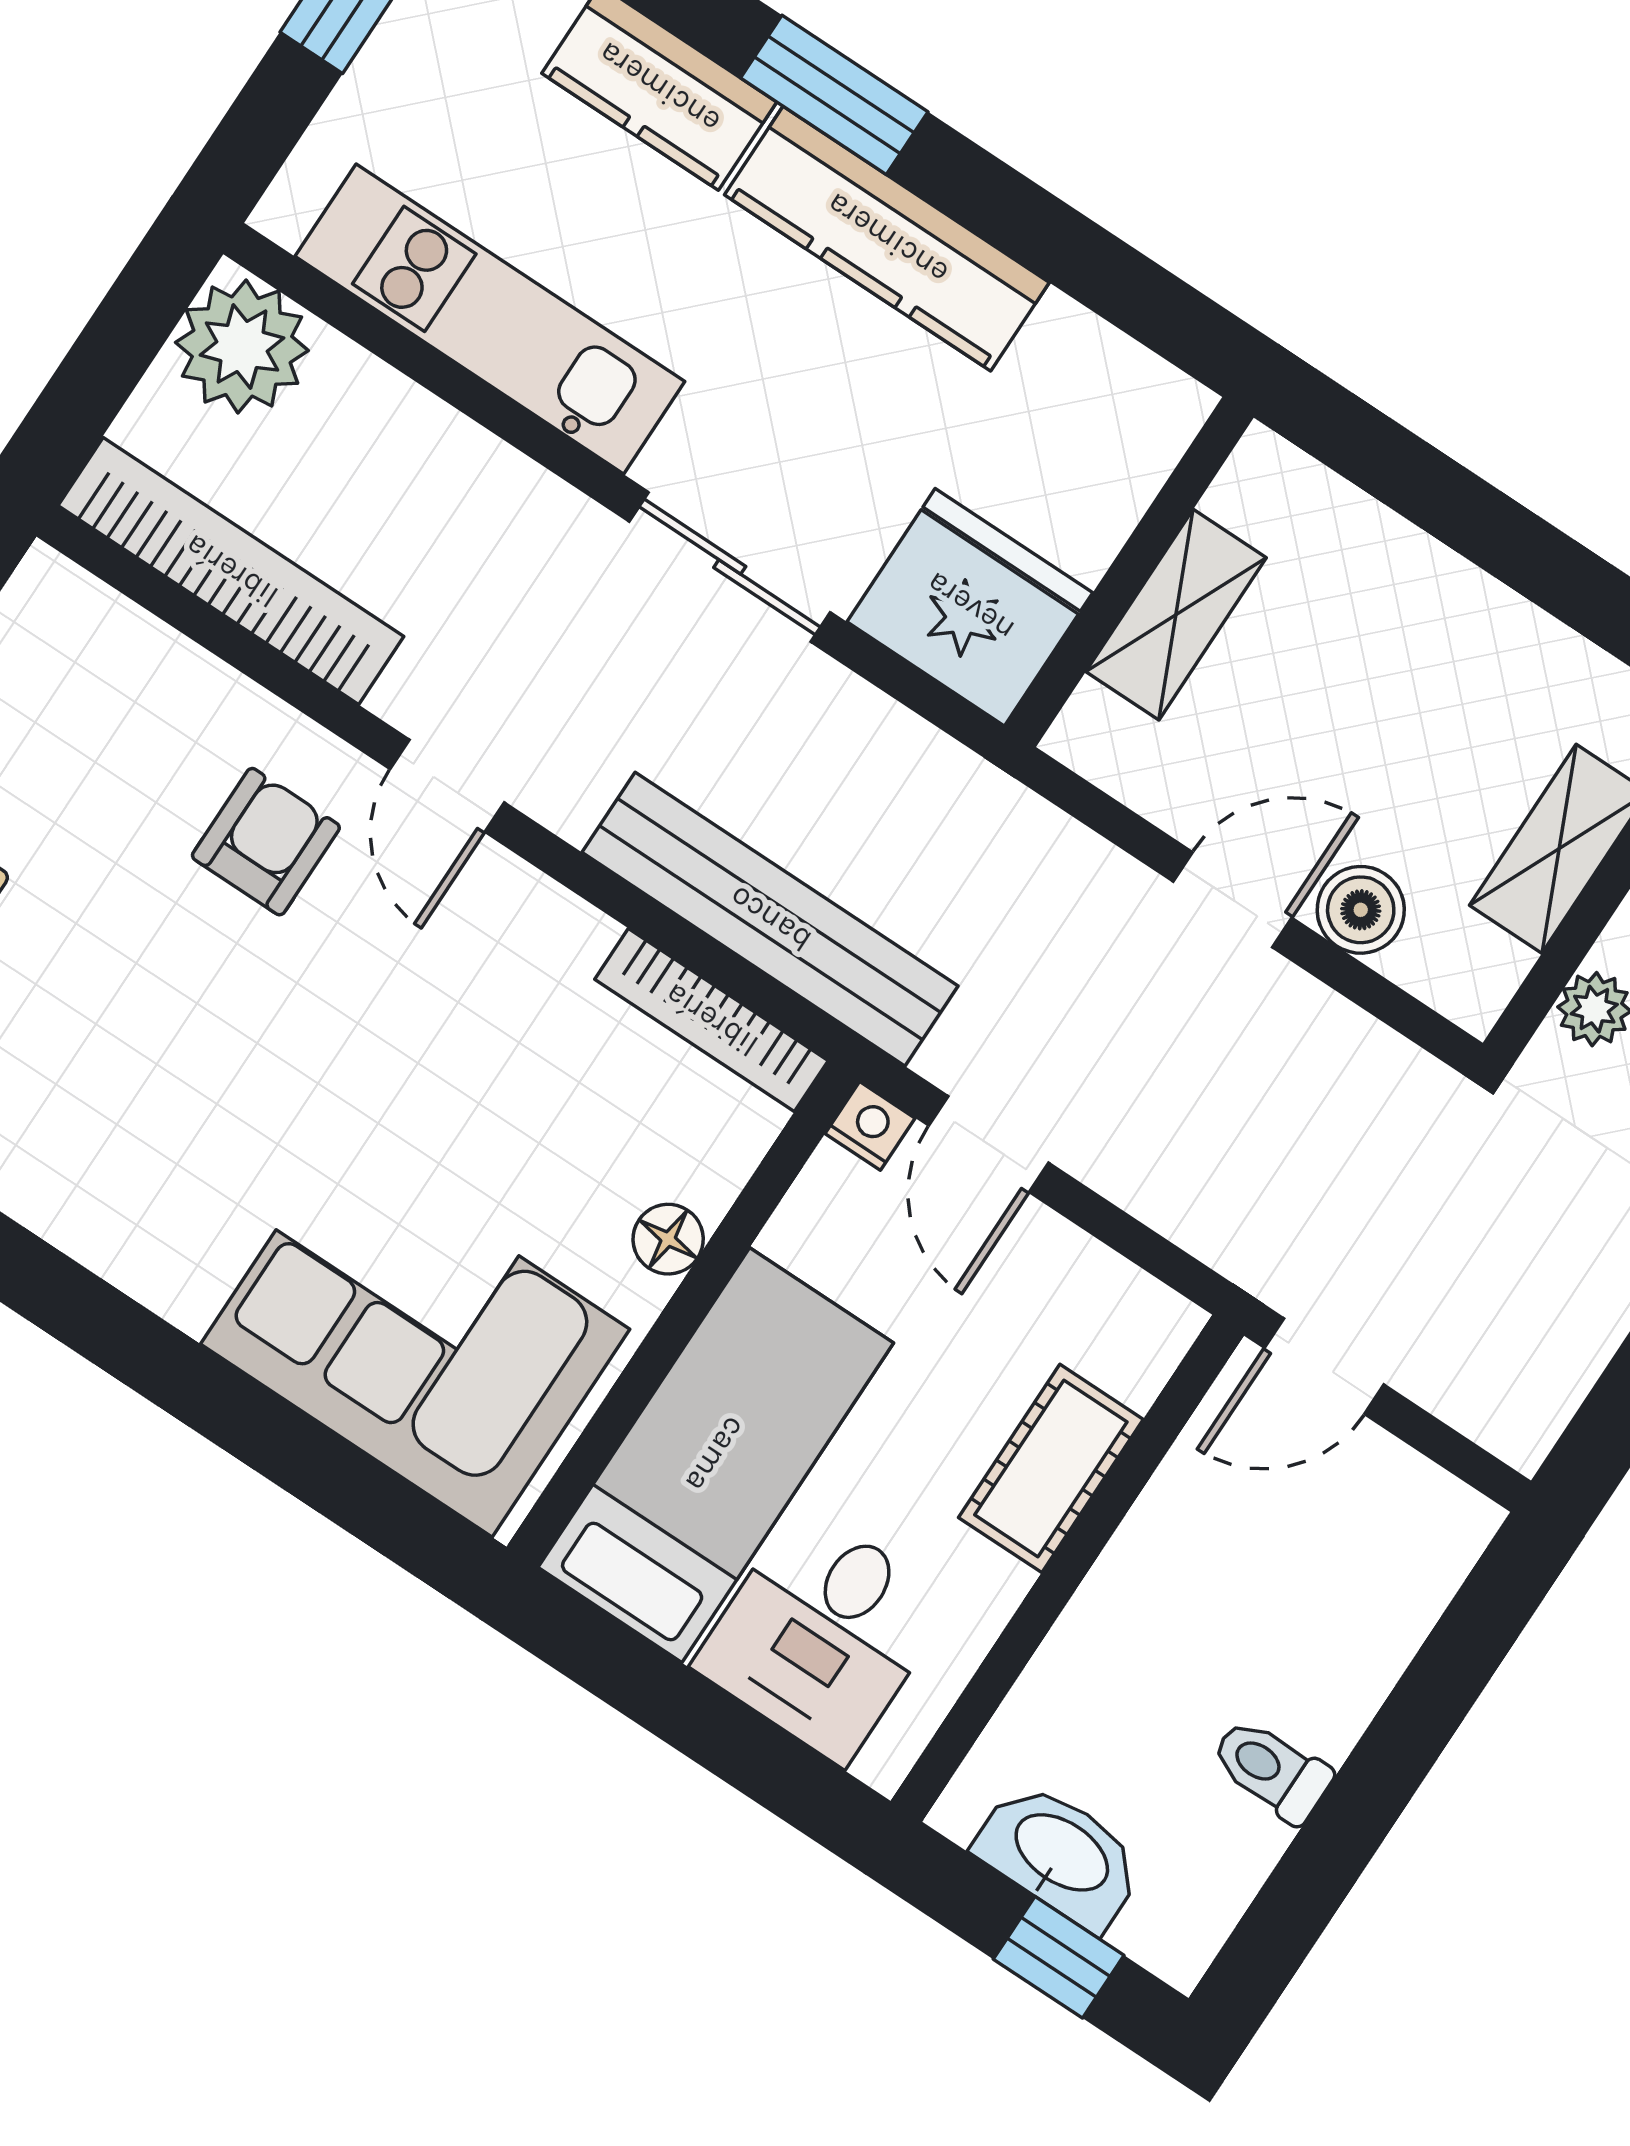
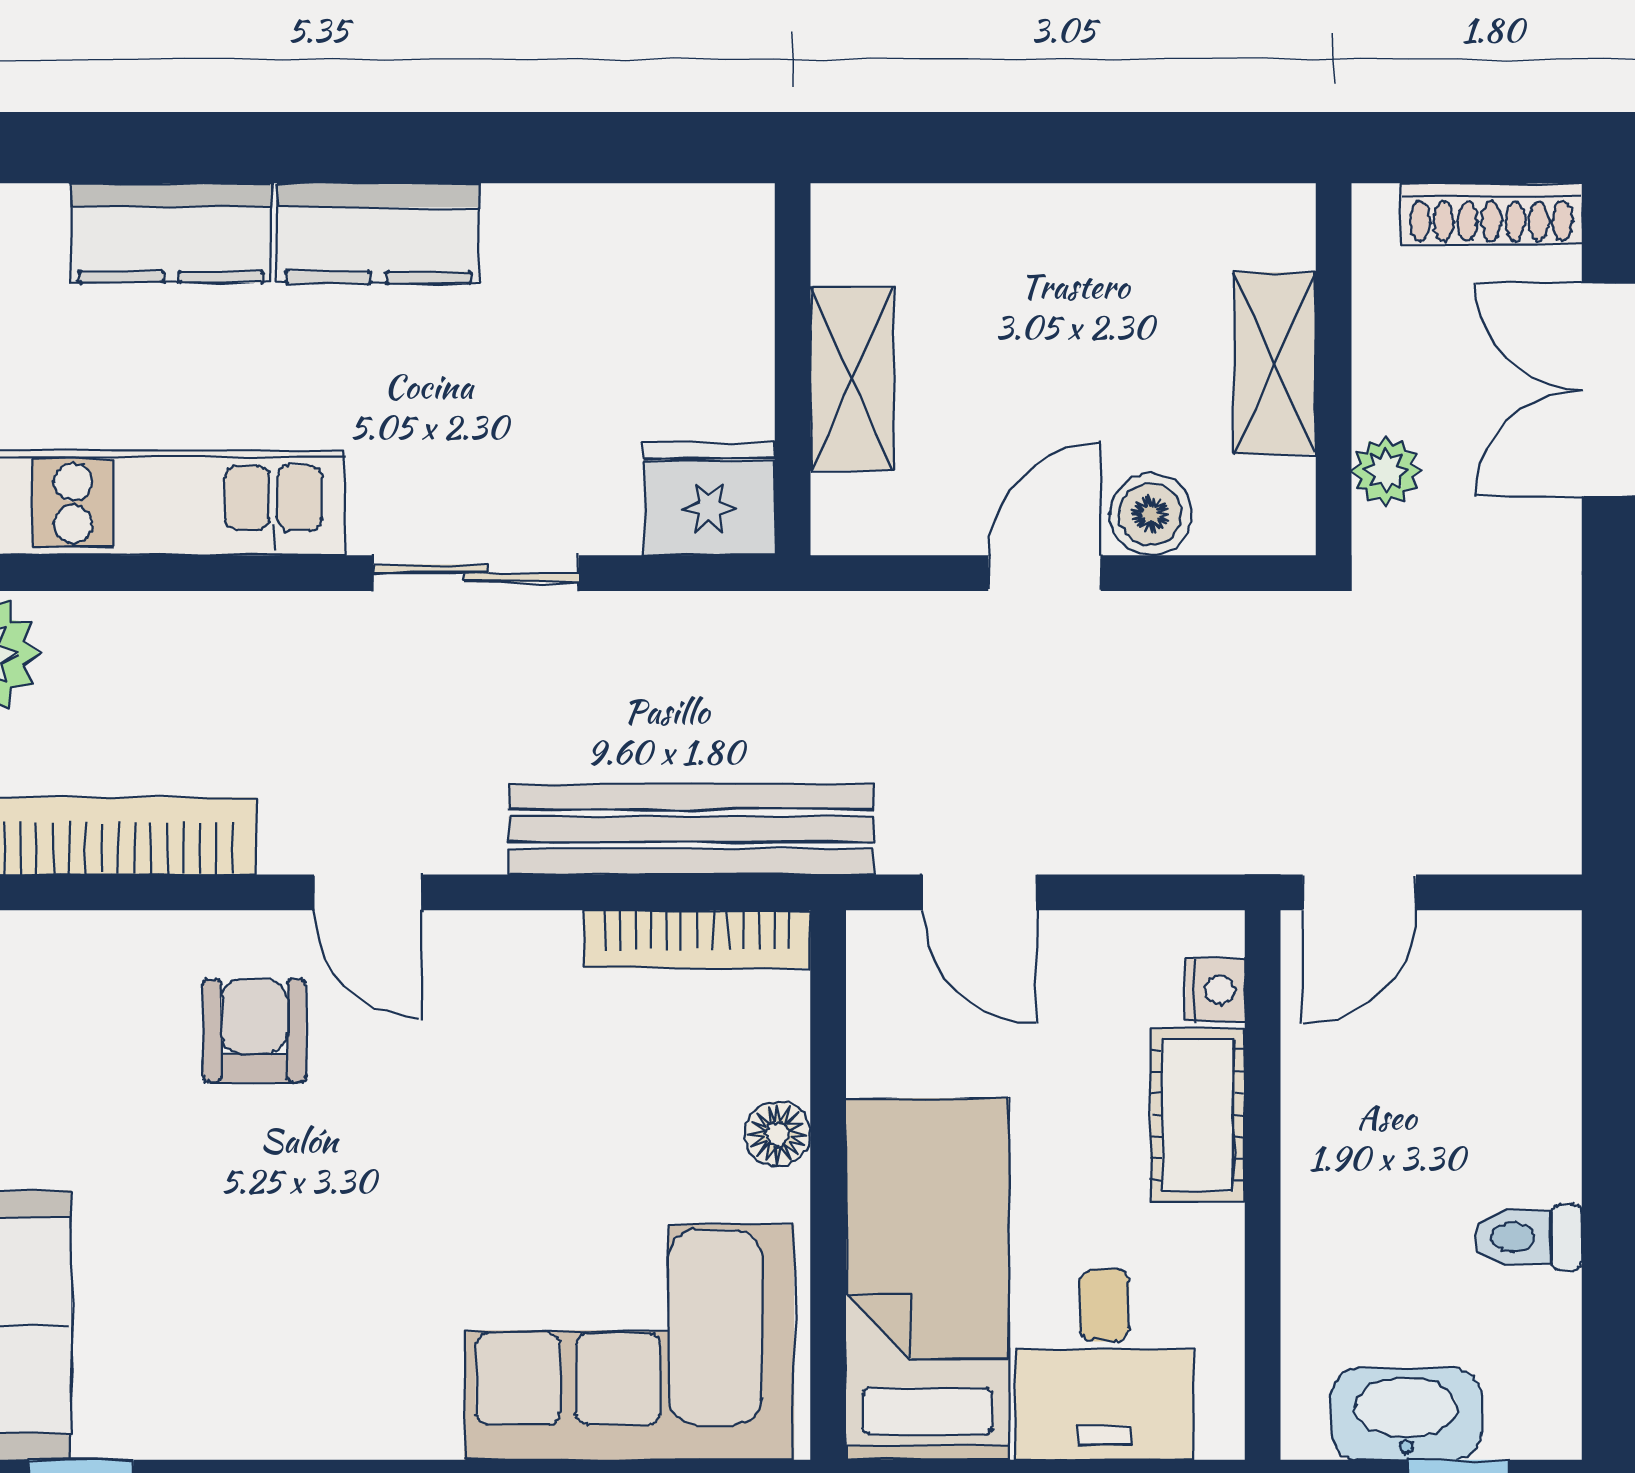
window: (834, 95) -> (312, 148), removed
kitchen counter: (887, 239) -> (378, 233), width x0.67
fridge: (970, 607) -> (709, 499), width x0.73, depth x0.75
nightstand: (870, 1126) -> (1215, 990), moved, turned 90

